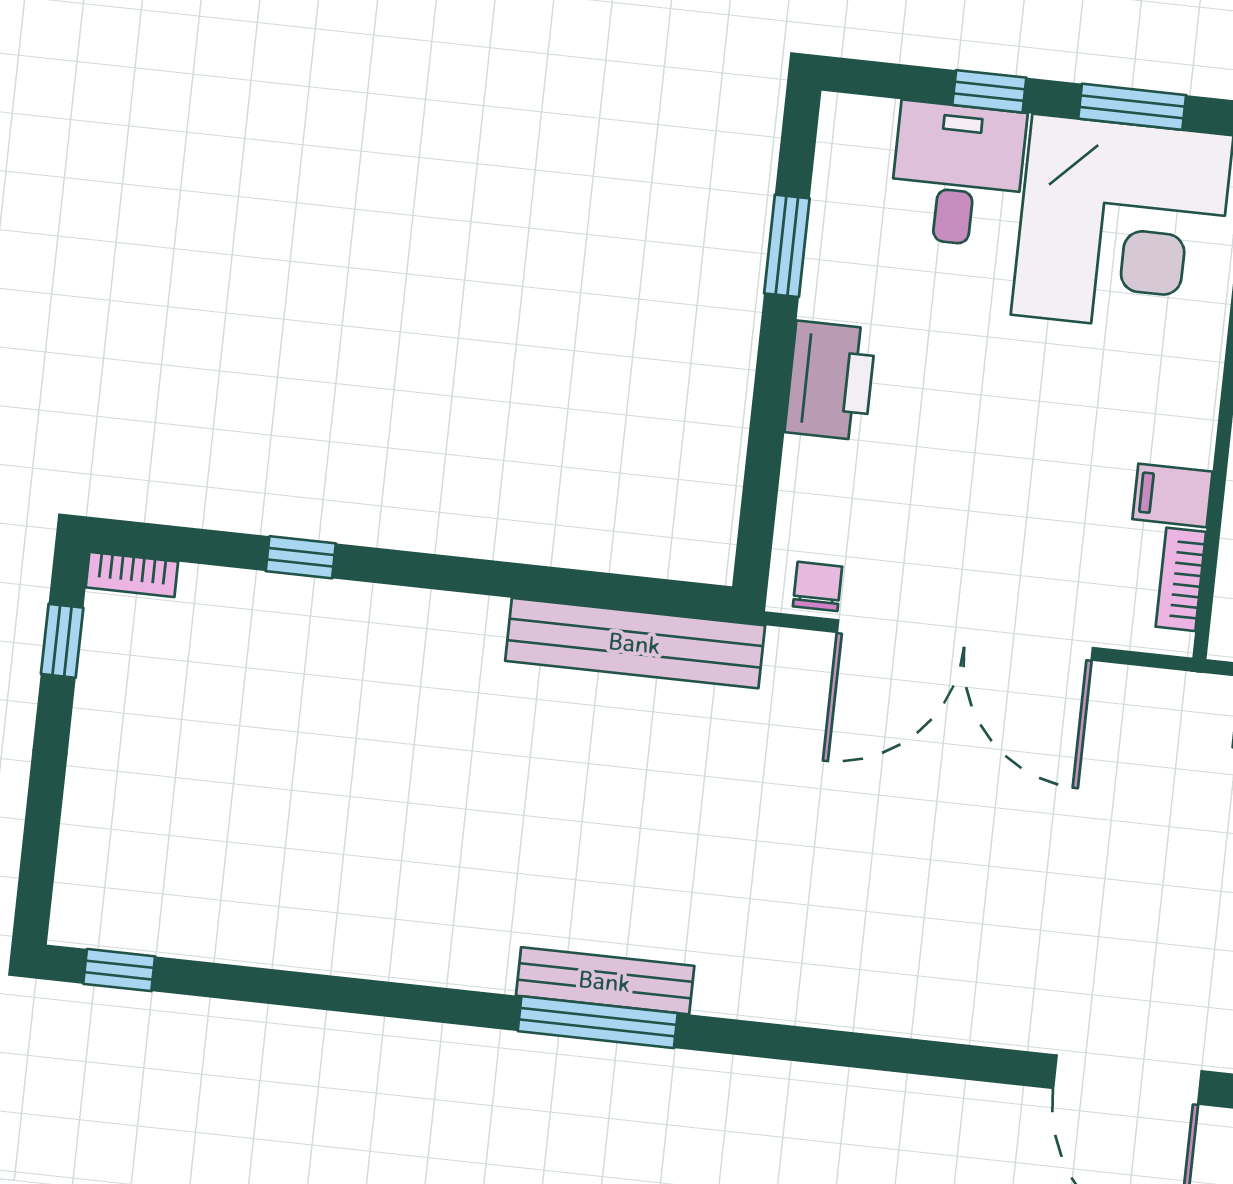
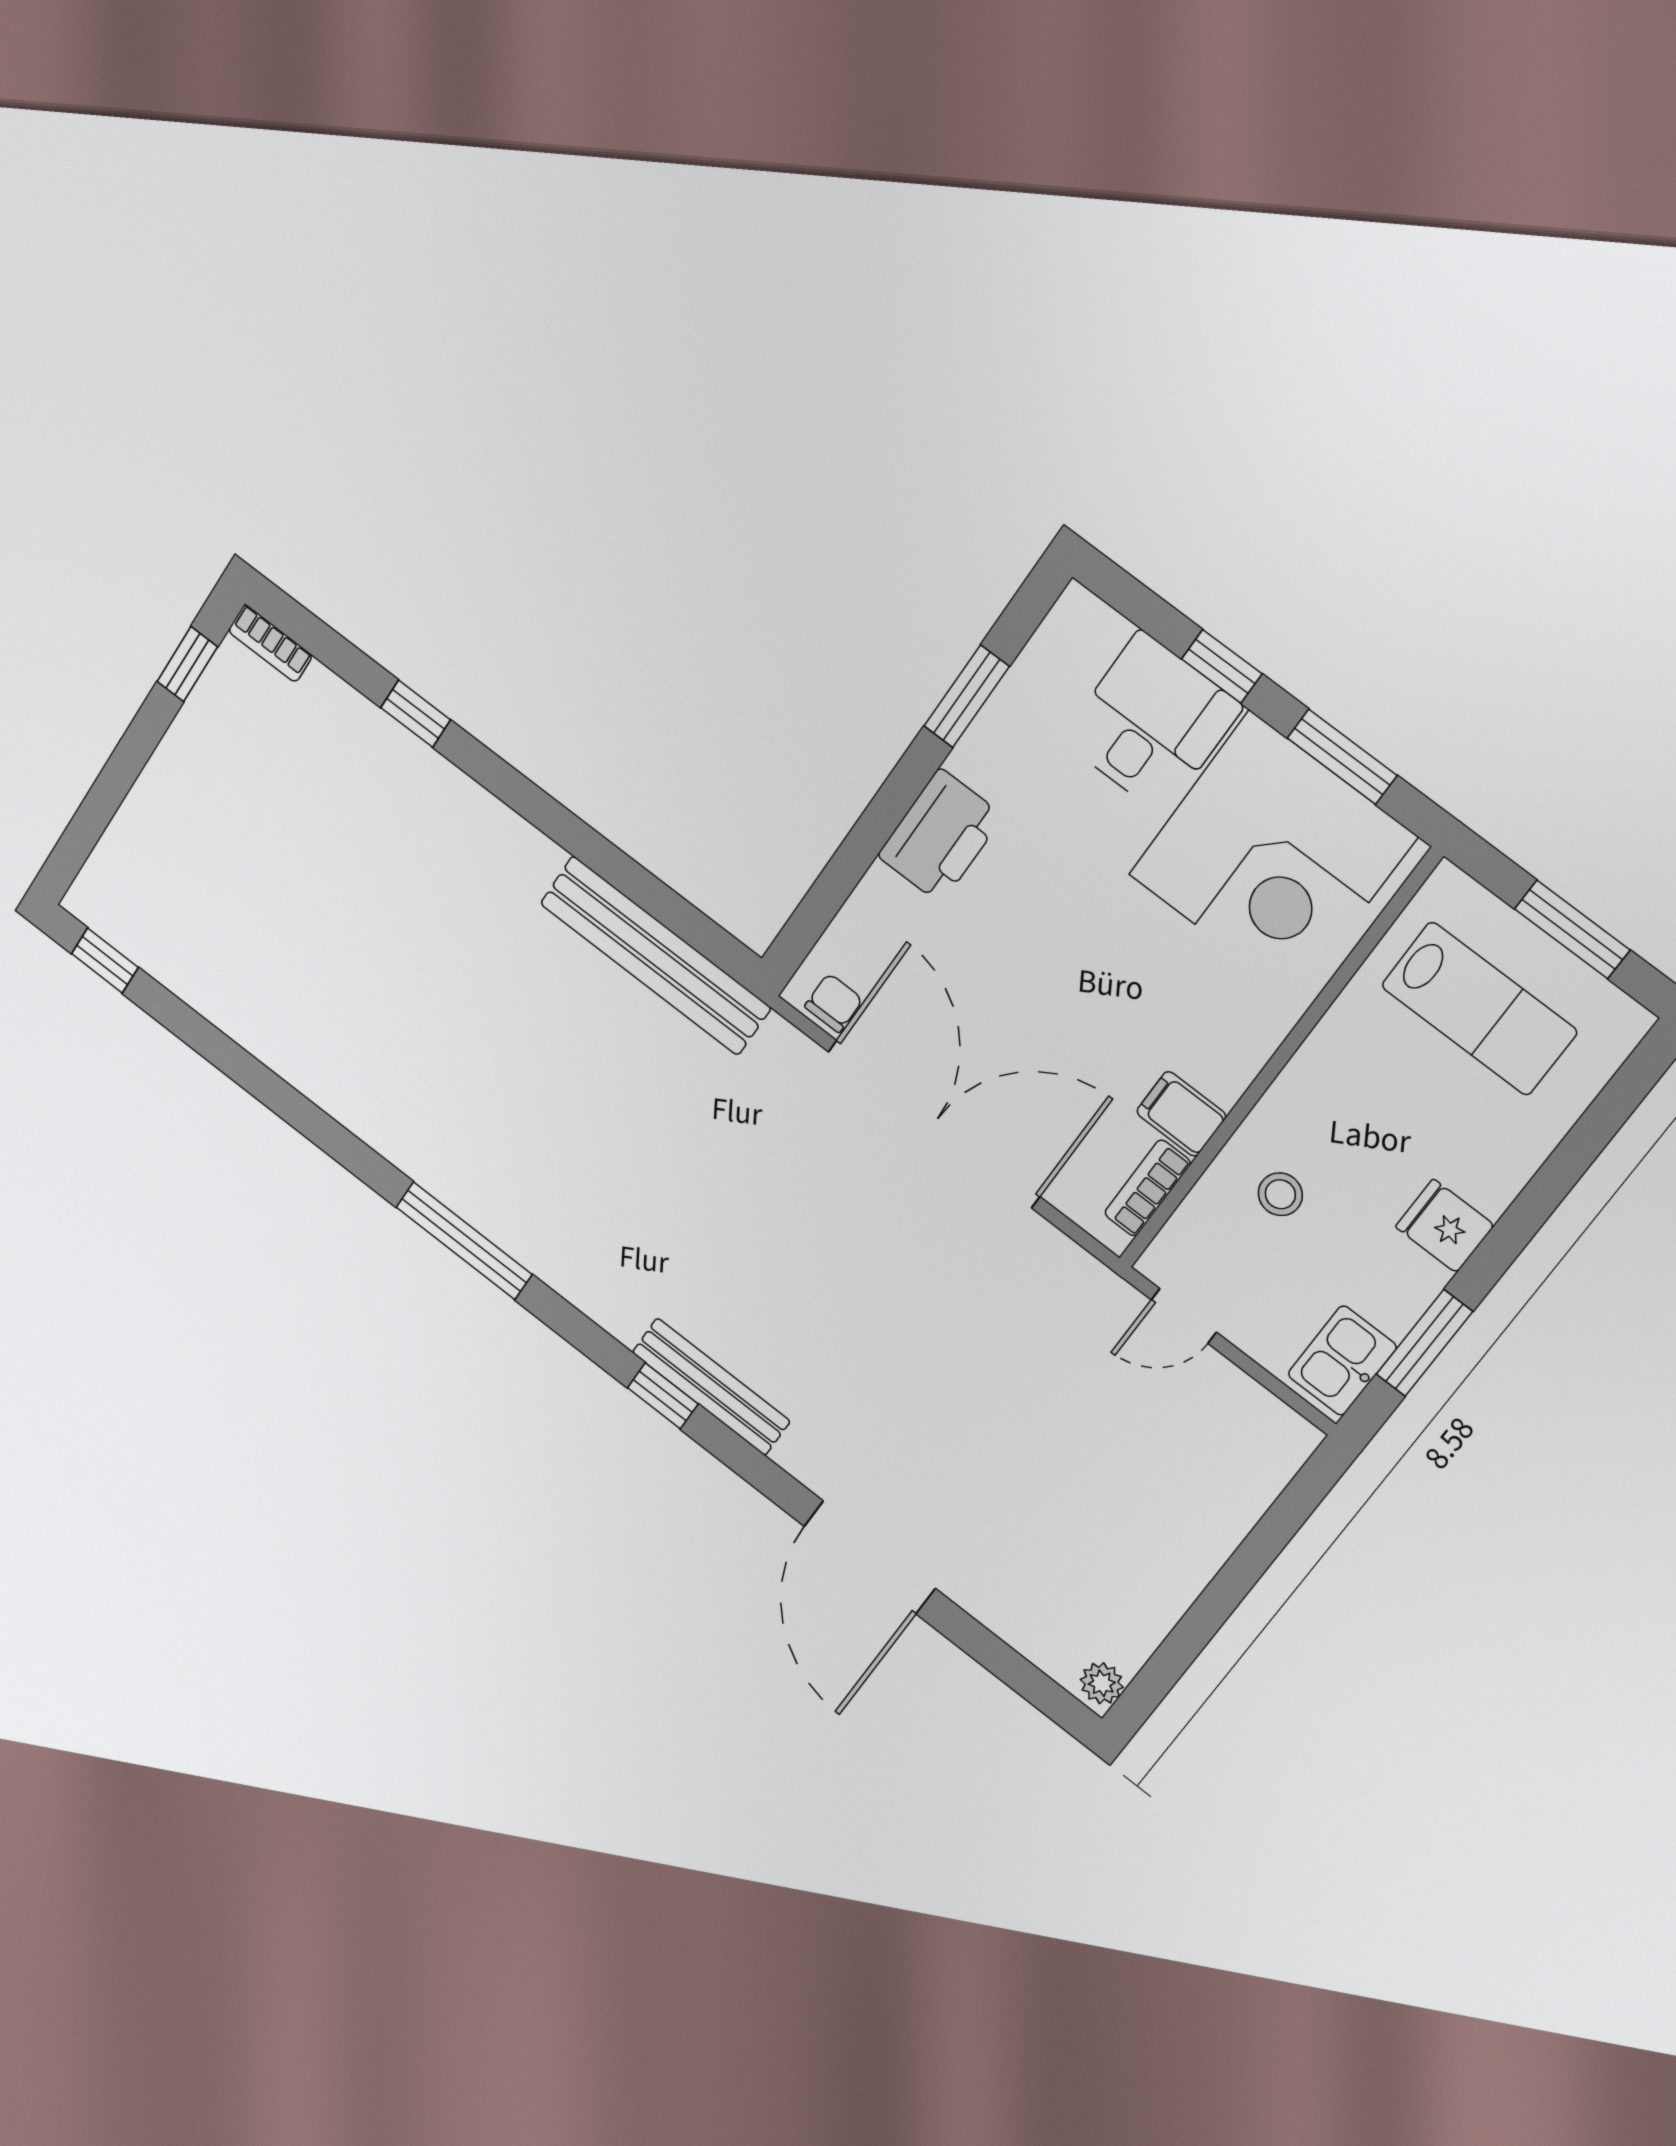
double door: (965, 640) -> (934, 1124), swing flipped
bench: (605, 981) -> (711, 1387), moved
window: (859, 1050) -> (663, 1396), added

